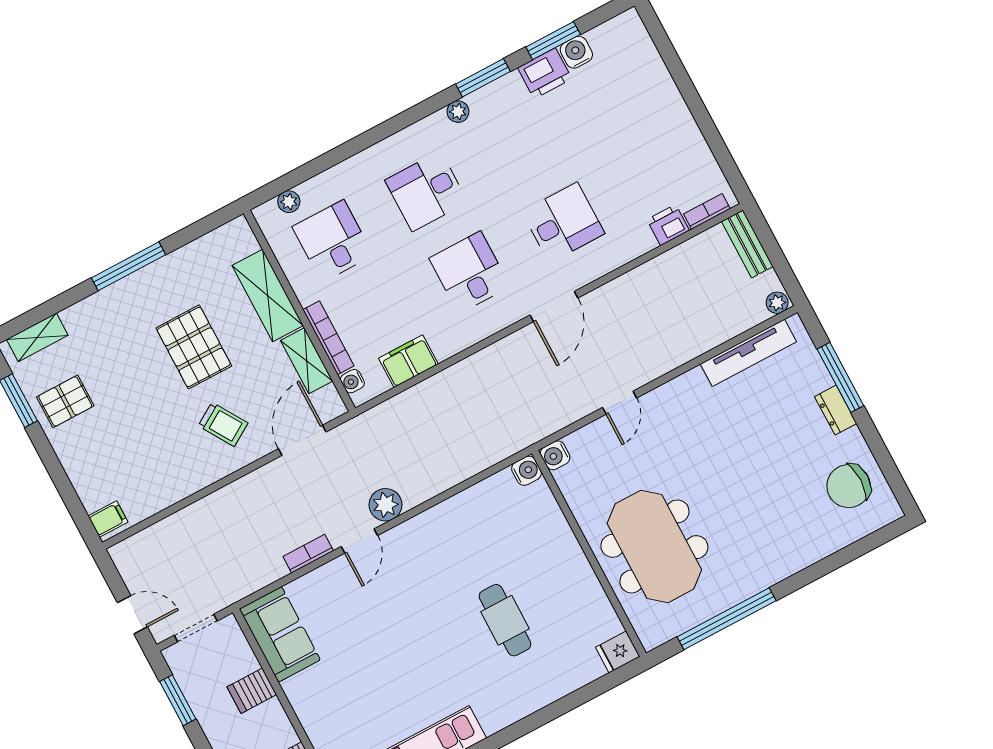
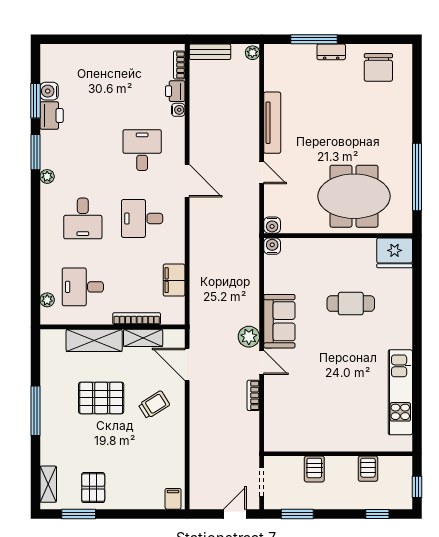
tv unit: (748, 353) -> (272, 123), moved
water cooler: (352, 381) -> (178, 110), moved, turned -90
sofa: (280, 634) -> (279, 321), moved, turned 90
fridge: (618, 652) -> (395, 253), width x1.88, depth x1.34

